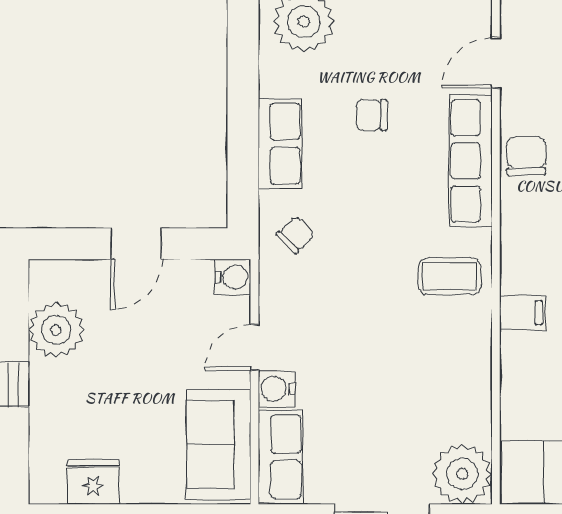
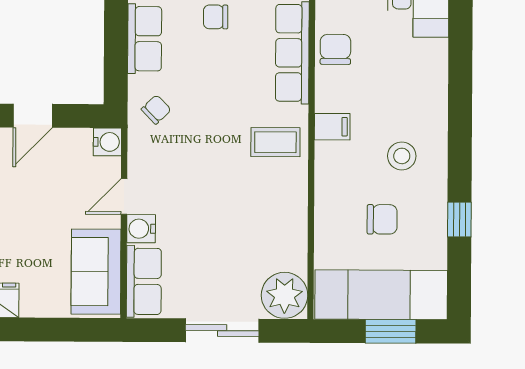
filing cabinet: (523, 313) -> (332, 127), moved

